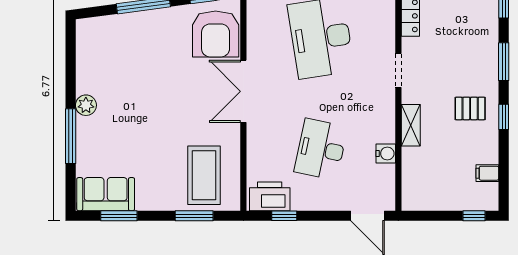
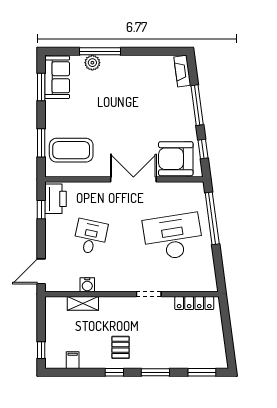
fireplace: (97, 25) -> (182, 71), added
plant: (86, 105) -> (92, 63), moved
shelving: (411, 125) -> (83, 303), moved
desk: (321, 149) -> (90, 237), width x0.73

